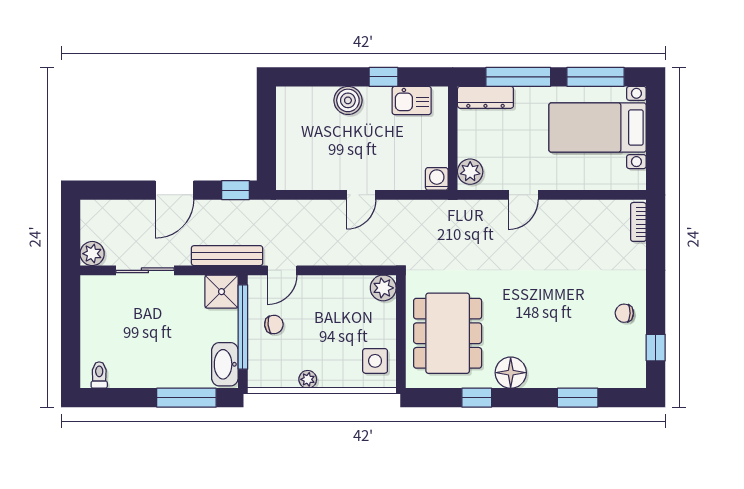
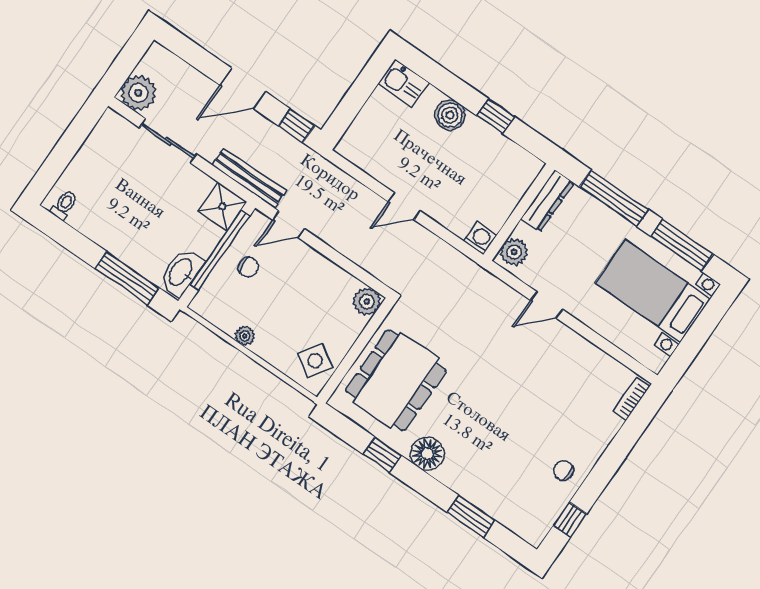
dresser: (485, 97) -> (547, 201), moved, turned -90
kitchen sink: (412, 100) -> (404, 83), moved
plant: (92, 254) -> (138, 93), width x1.36, depth x1.36
side table: (375, 361) -> (315, 361), turned 32

